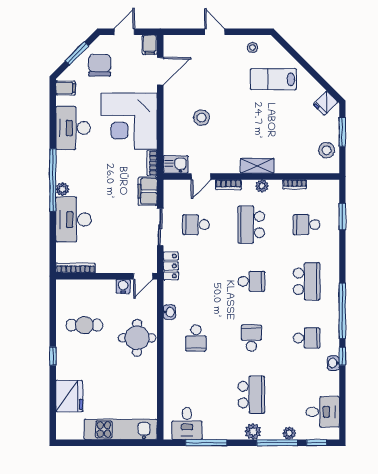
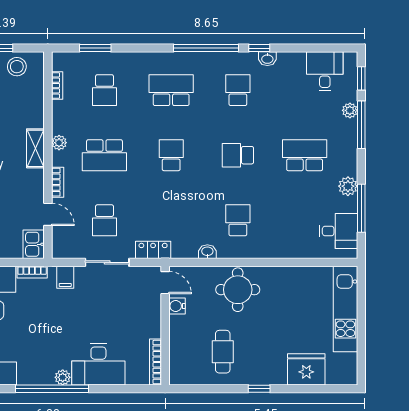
bookcase: (295, 184) -> (57, 86), moved
filing cabinet: (148, 191) -> (65, 277), width x0.50
school desk: (196, 338) -> (238, 220), turned -90
plant: (253, 432) -> (348, 186), moved

